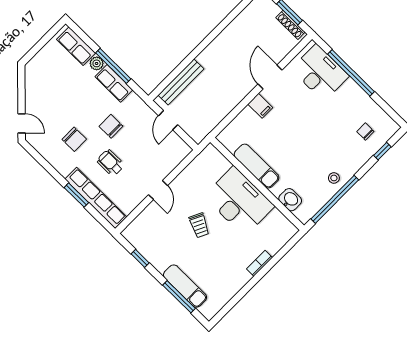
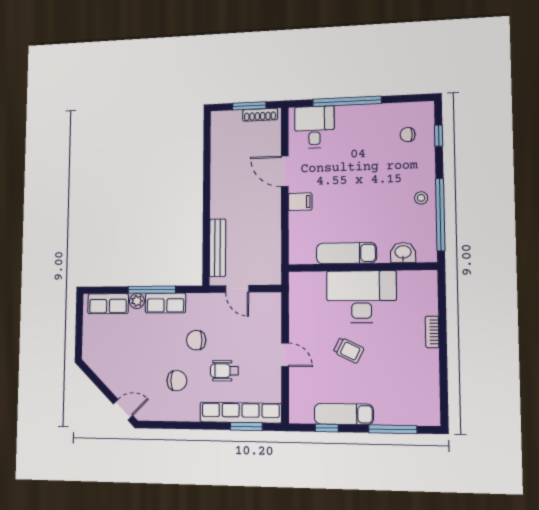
desk: (320, 73) -> (314, 127), width x0.73
window: (76, 195) -> (246, 426), moved
exam couch: (185, 286) -> (344, 414), moved

